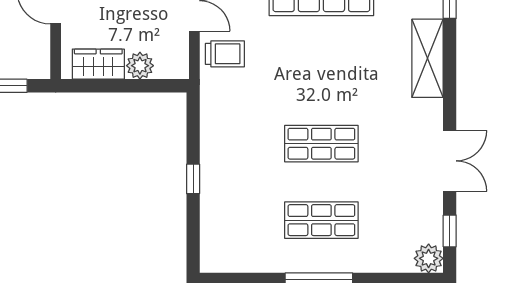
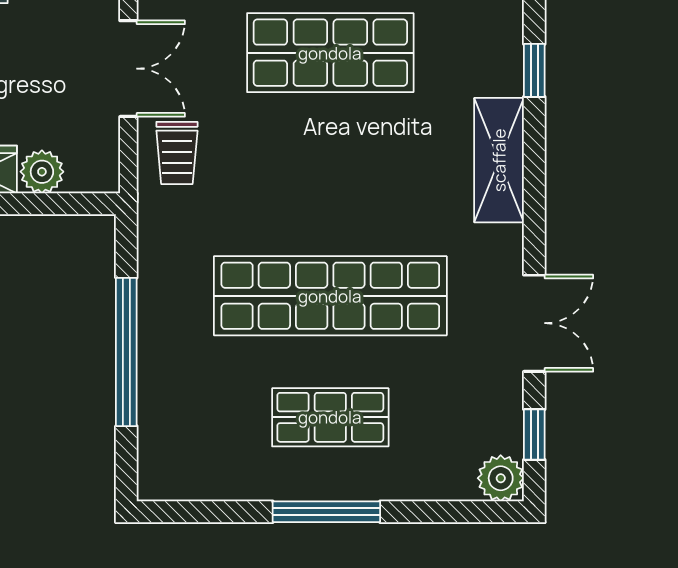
trolley: (225, 54) -> (177, 153), turned 90
shop shelf: (321, 144) -> (330, 296), width x2.00, depth x1.36
window: (193, 179) -> (126, 352), width x3.17

